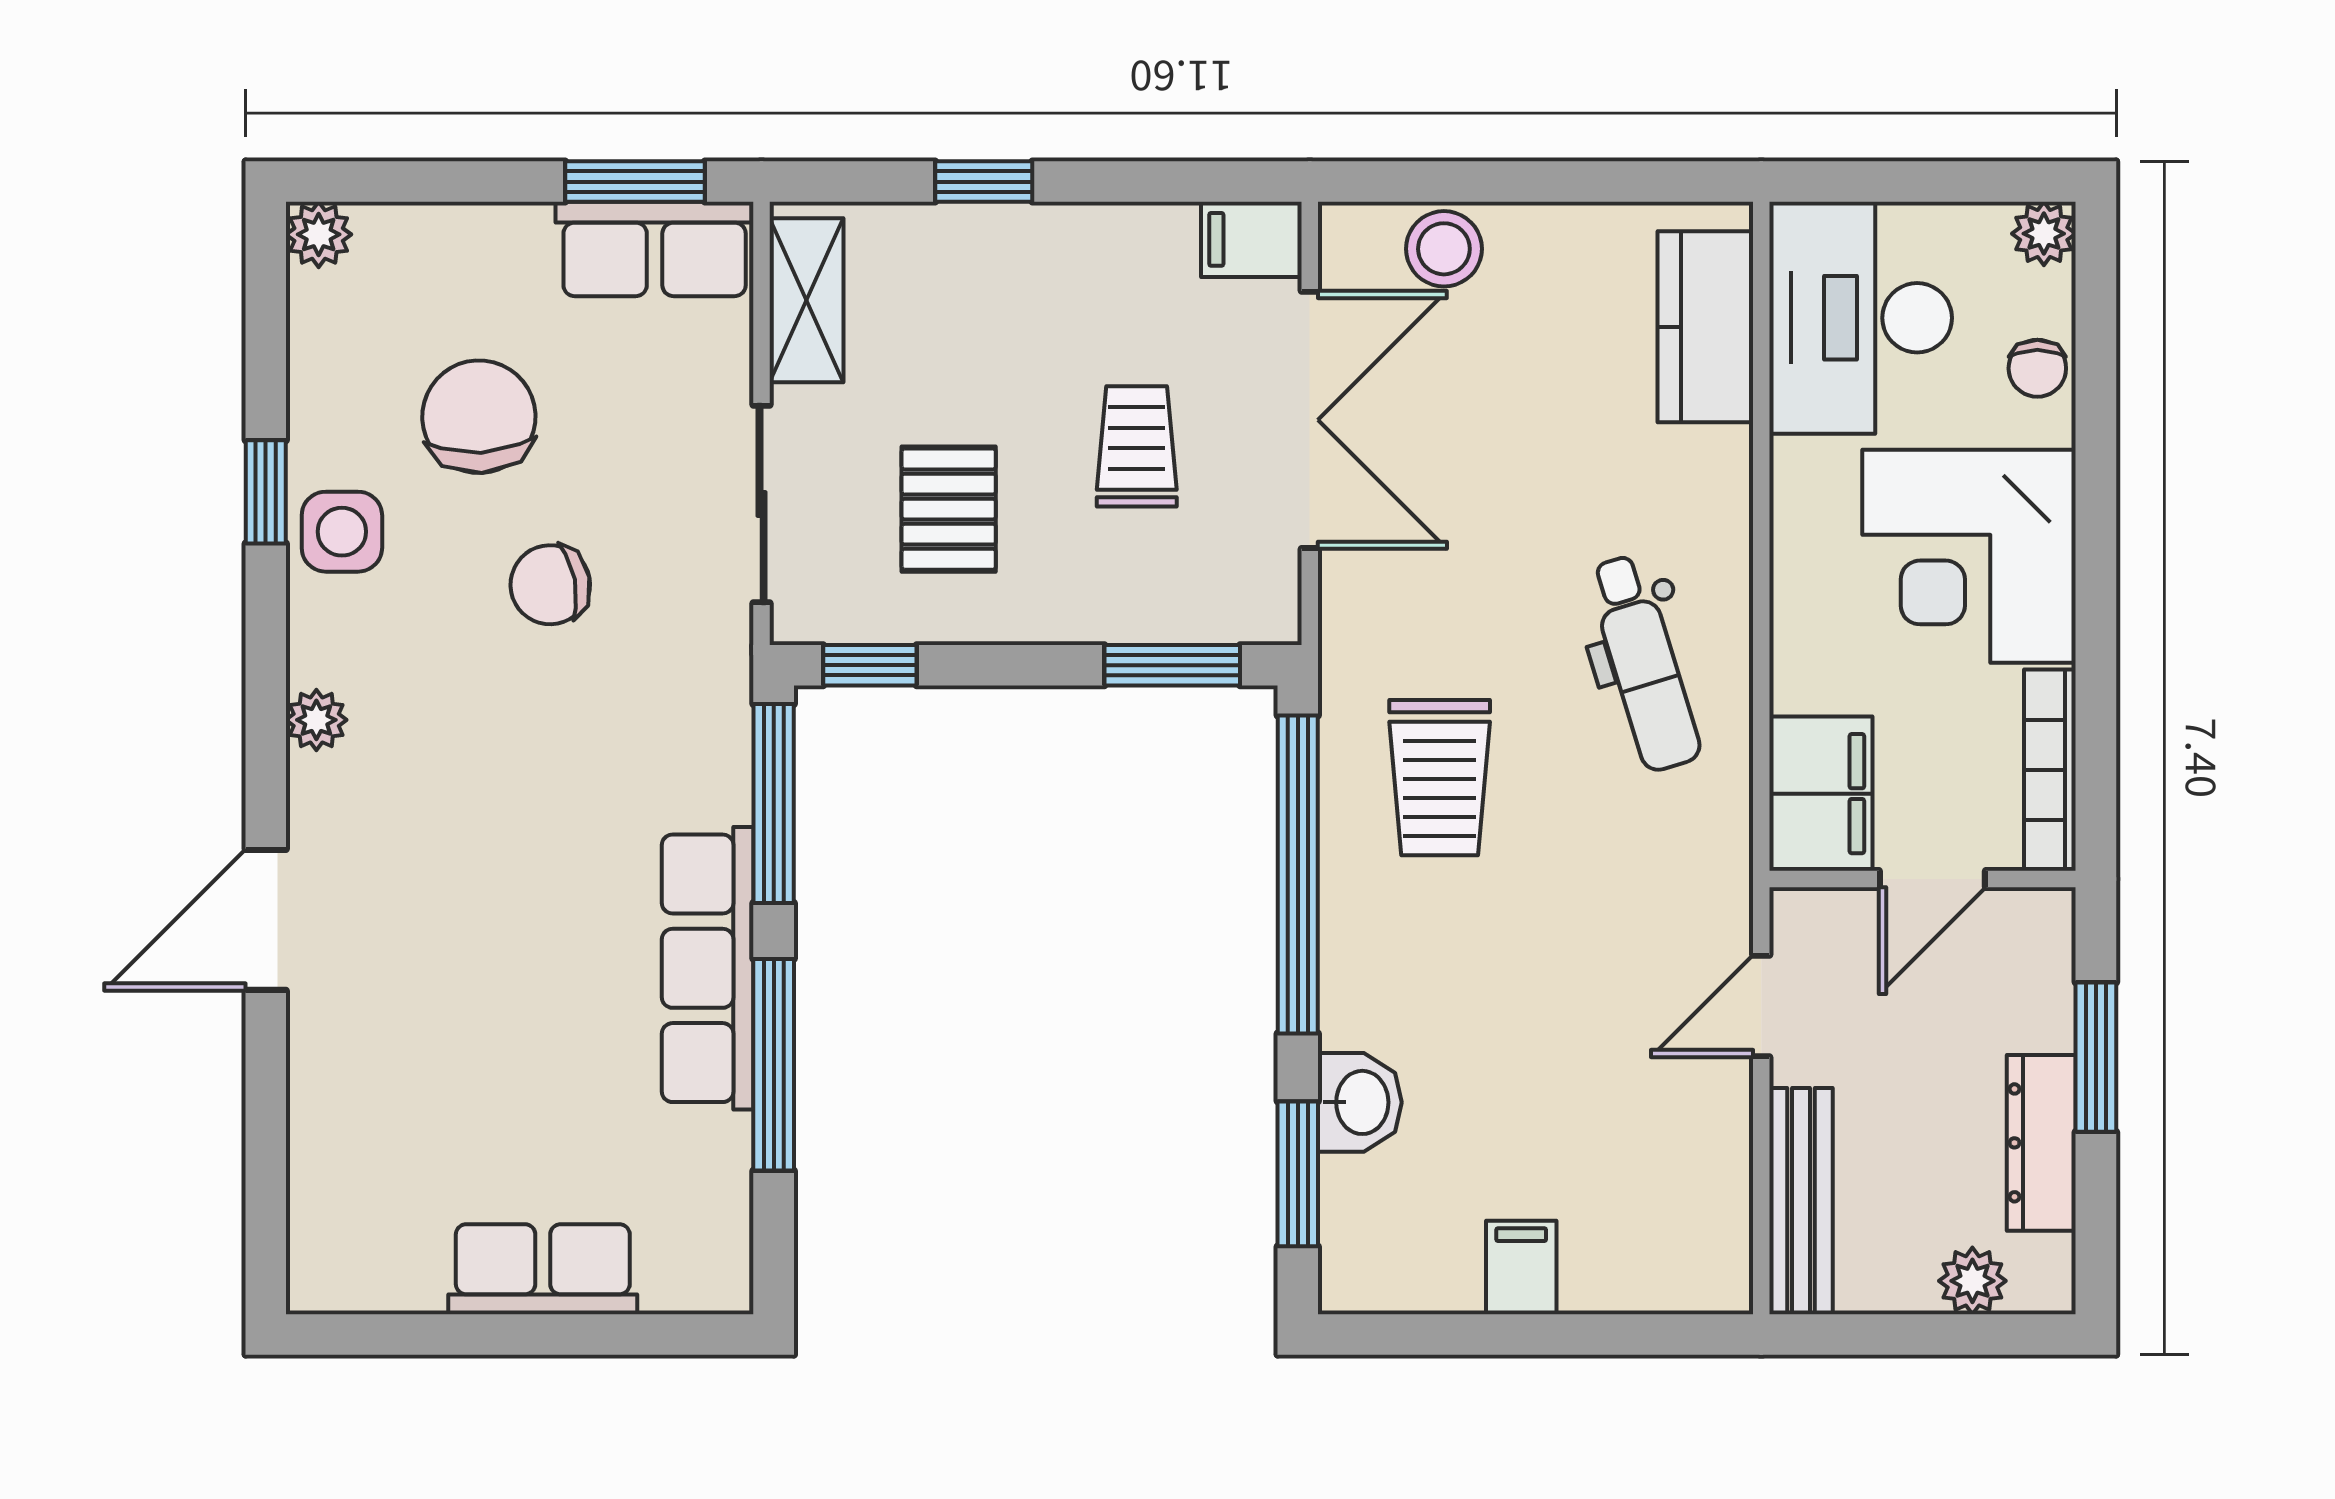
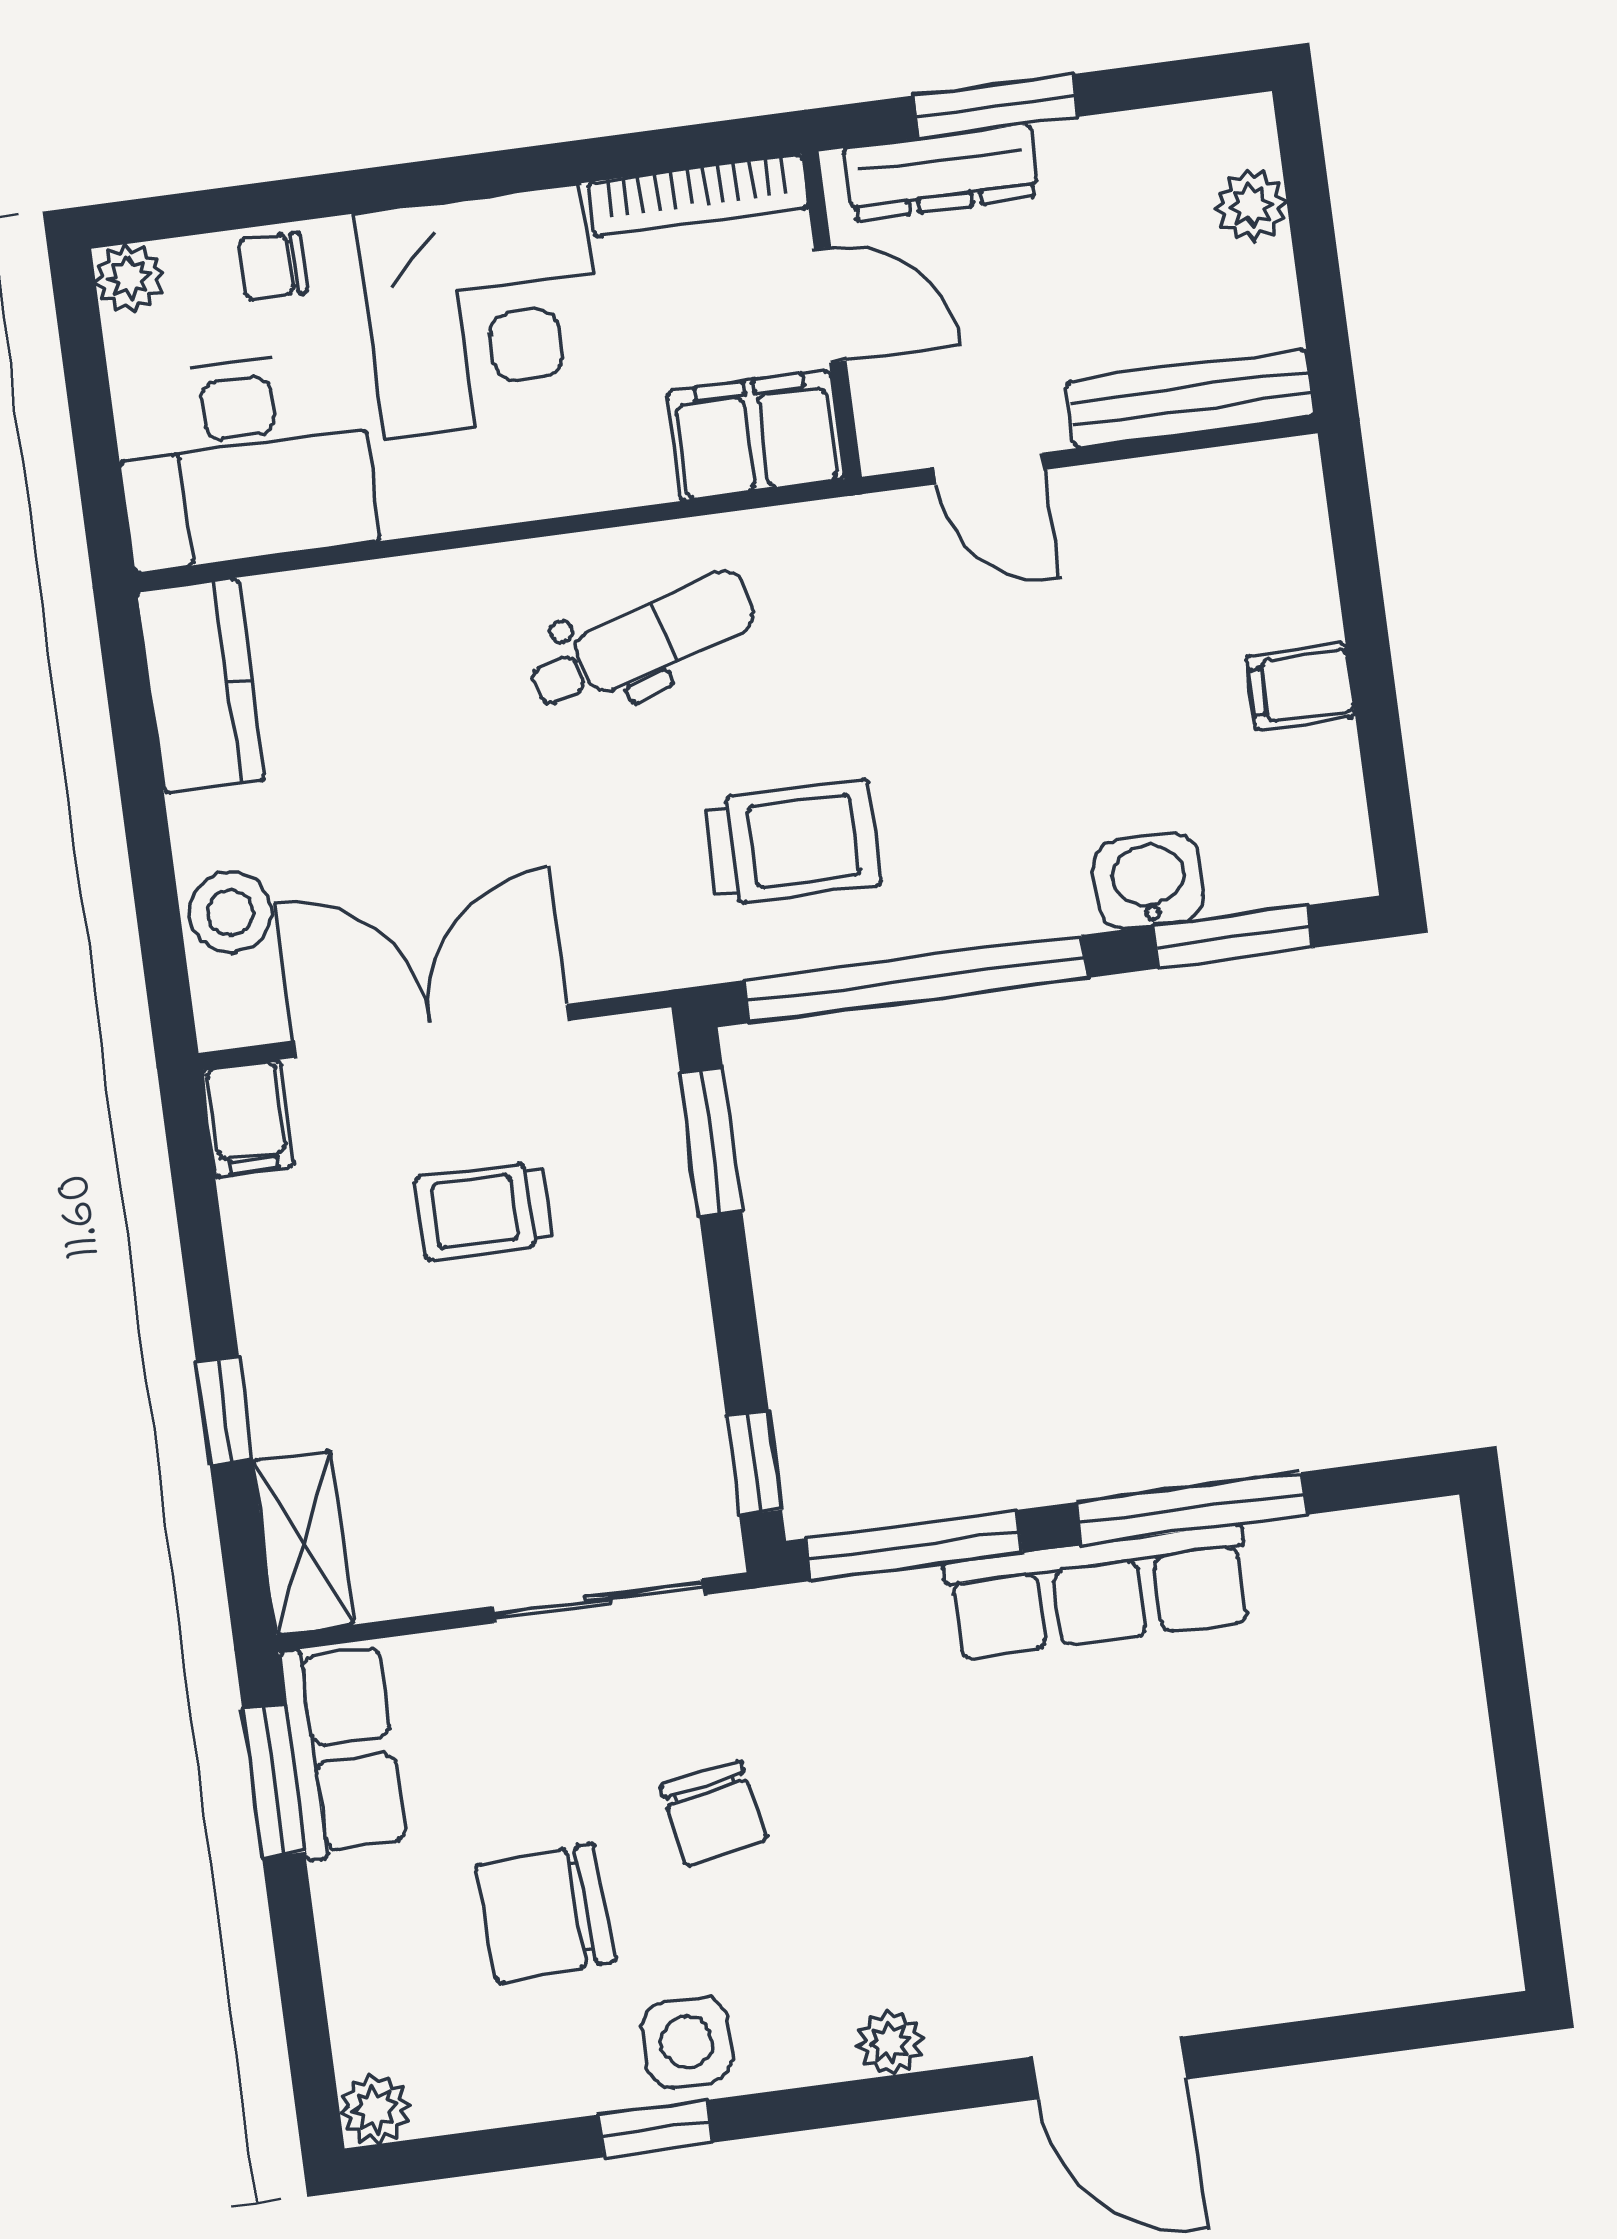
shelving: (807, 300) -> (304, 1543), moved, turned 90
kitchen counter: (1705, 327) -> (201, 686), moved, turned -90
chair: (2037, 368) -> (273, 266), turned 180
pallet: (949, 509) -> (577, 1401), removed
dresser: (2041, 1143) -> (941, 172), moved
row of seats: (543, 1269) -> (1441, 1724), removed

